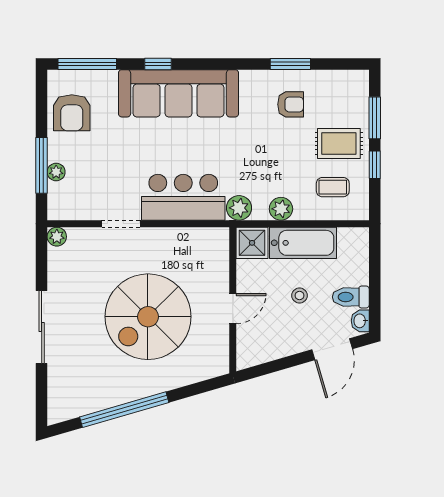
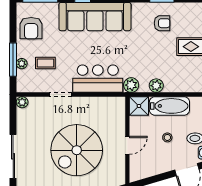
coffee table: (333, 187) -> (45, 63), moved

